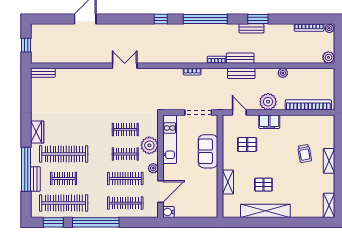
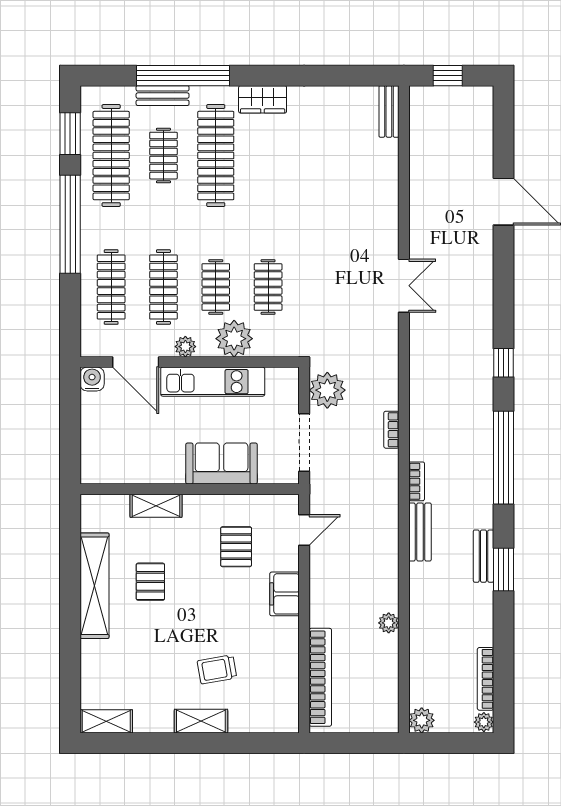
bench: (241, 73) -> (388, 534), removed
plant: (268, 102) -> (327, 390), moved
kitchen unit: (170, 139) -> (213, 382), moved

